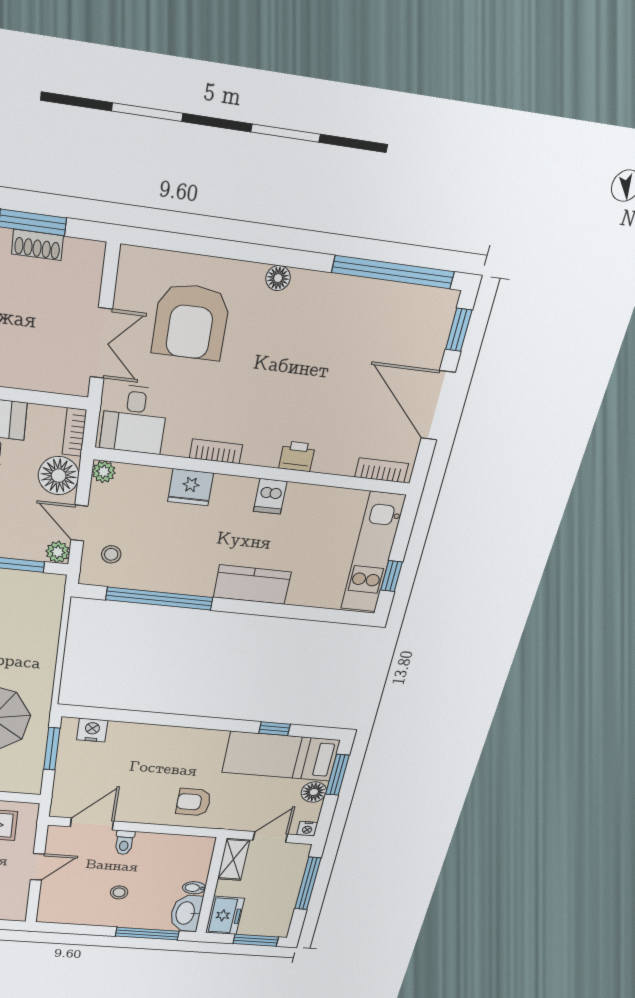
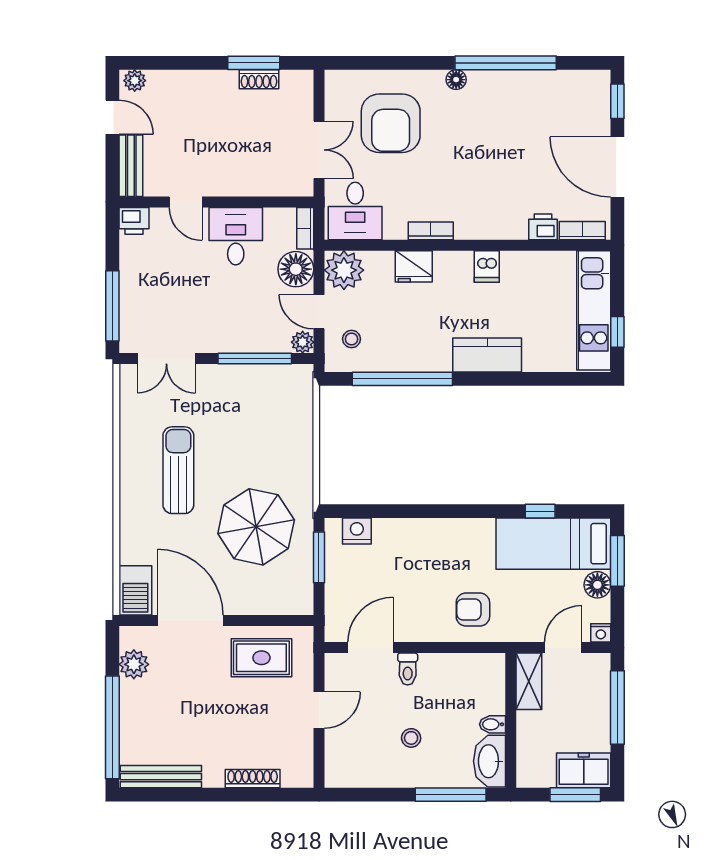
window: (393, 272) -> (506, 63), moved
printer: (297, 456) -> (543, 227), moved
plant: (104, 472) -> (344, 270), width x1.87, depth x1.87
freezer: (225, 916) -> (584, 770), moved, turned -90

